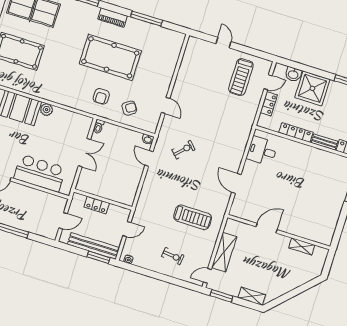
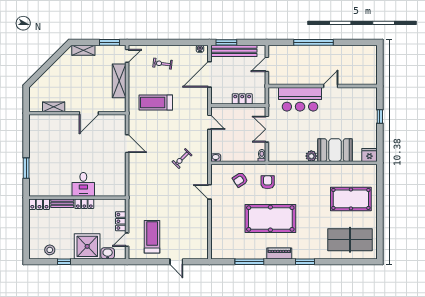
locker: (296, 132) -> (84, 204), width x0.66
desk: (262, 151) -> (83, 184), moved, turned 90
door: (149, 158) -> (209, 122), moved
wall: (103, 199) -> (238, 106), moved
locker: (97, 205) -> (242, 99), moved
door: (127, 229) -> (209, 74), width x1.88

